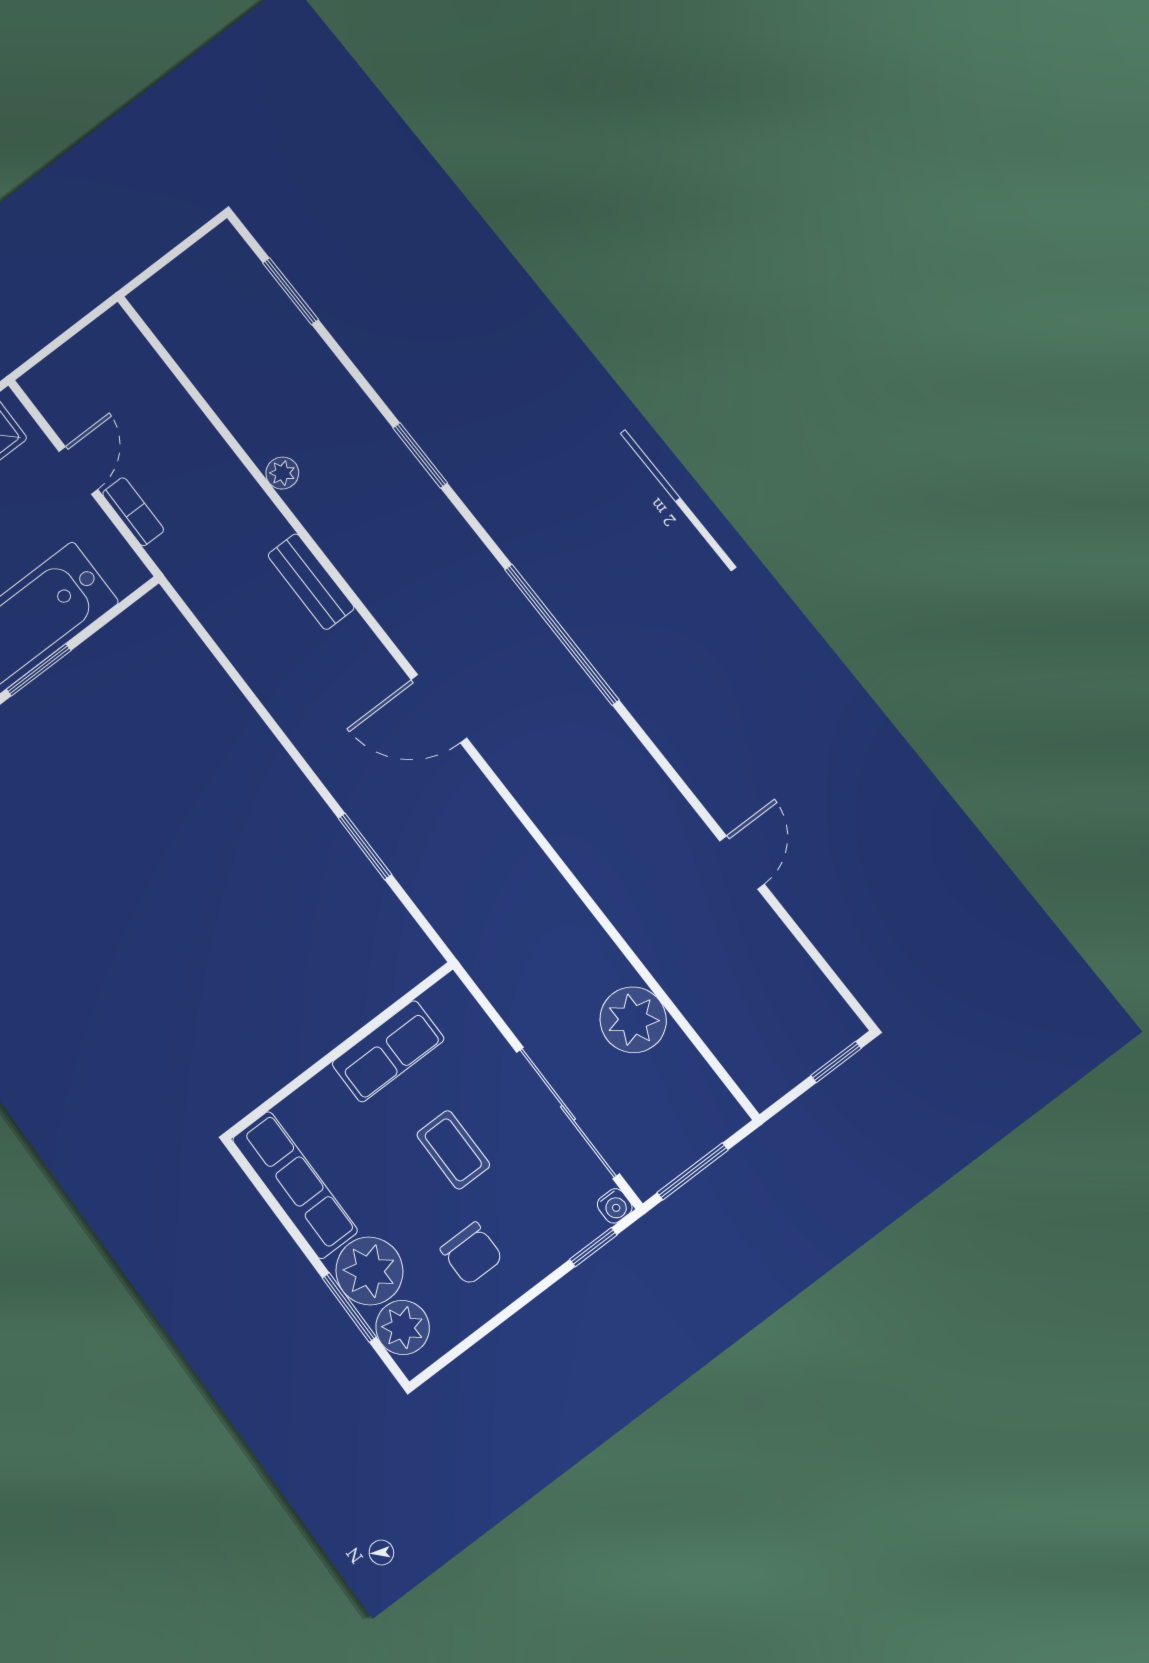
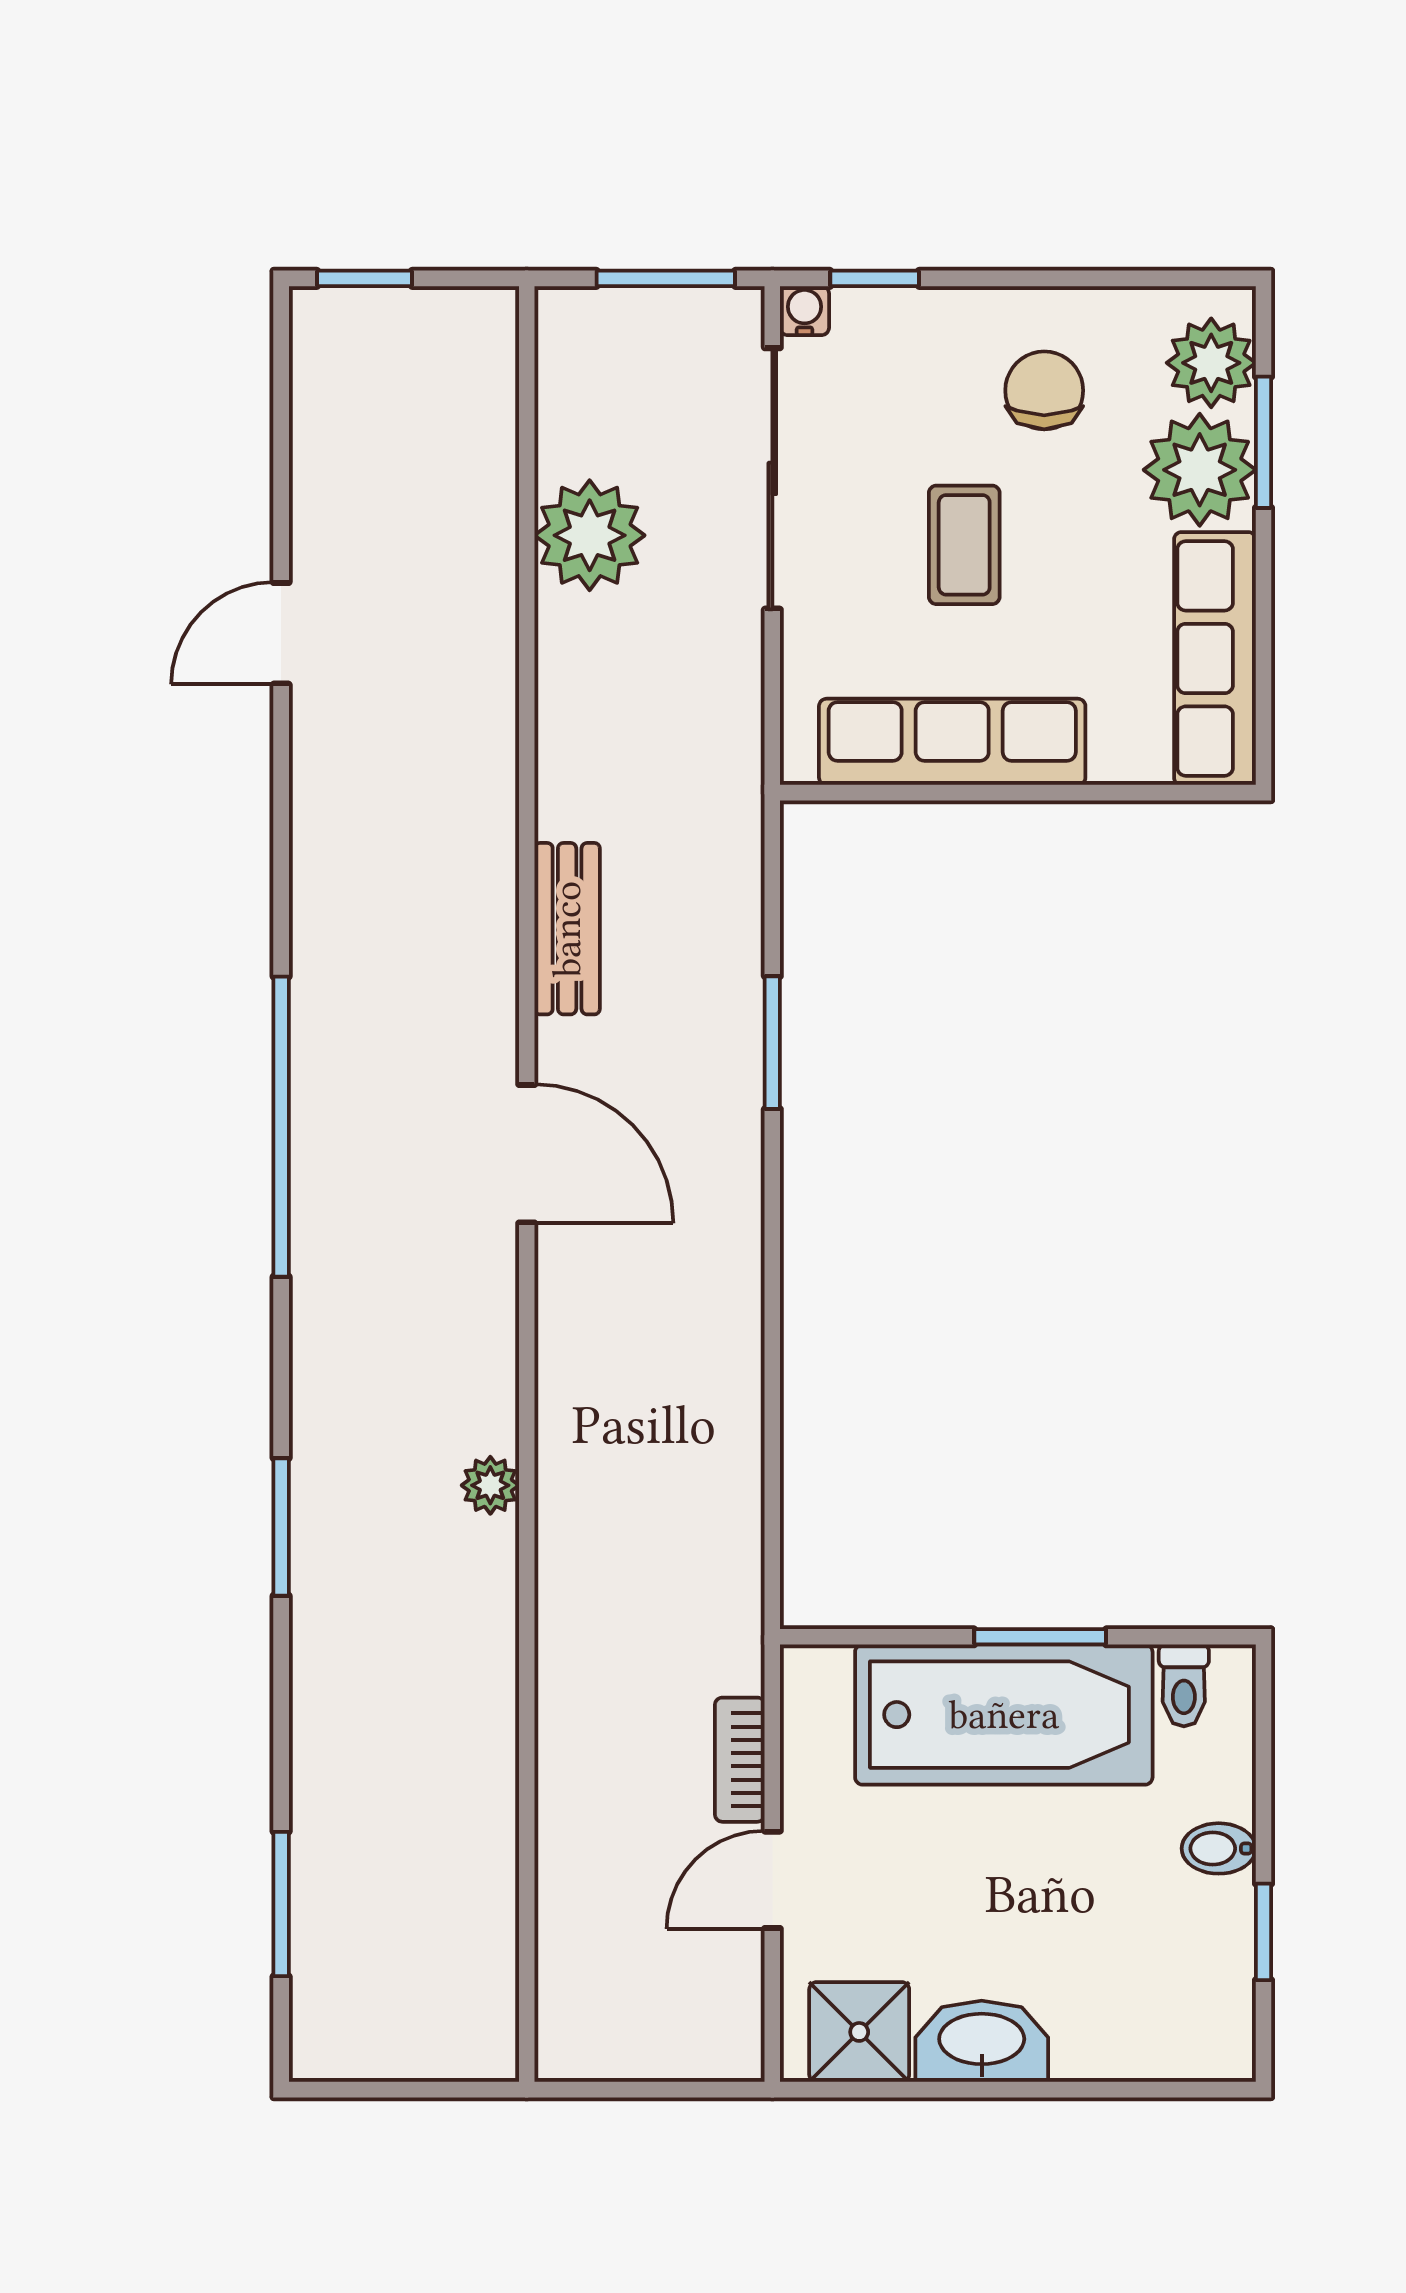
plant: (282, 473) -> (490, 1485), moved
bench: (311, 582) -> (567, 929), moved
row of seats: (388, 1051) -> (952, 742), width x1.48

